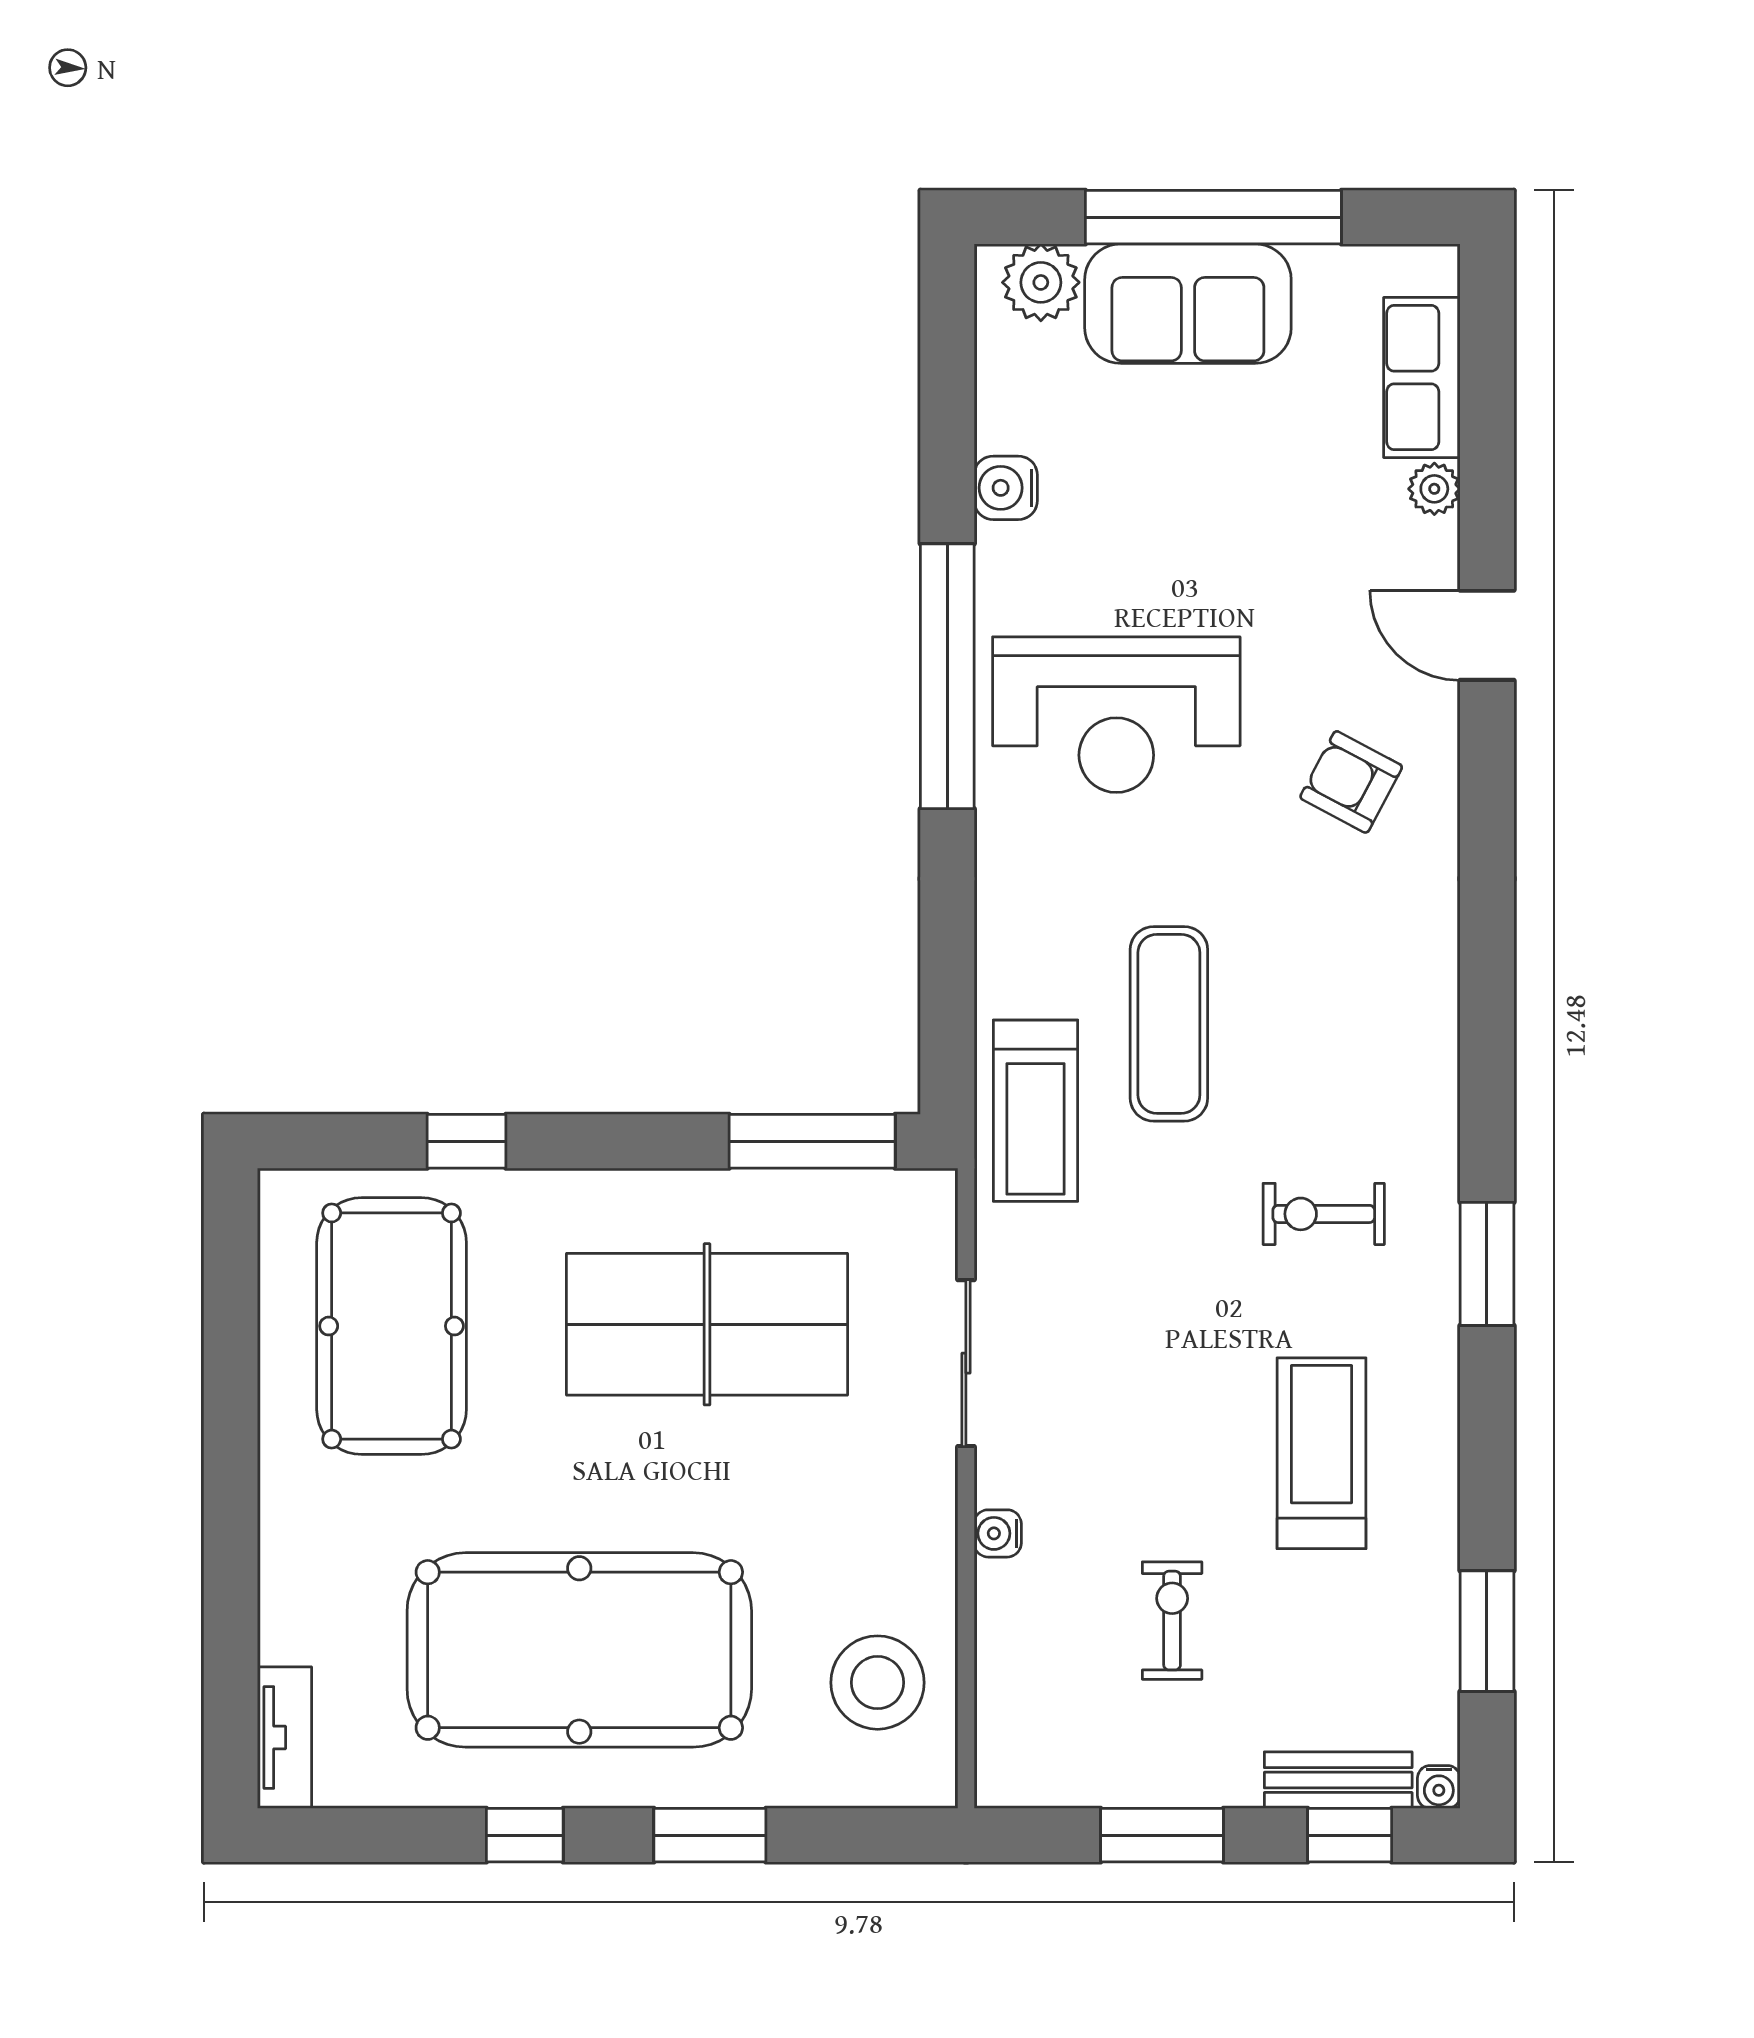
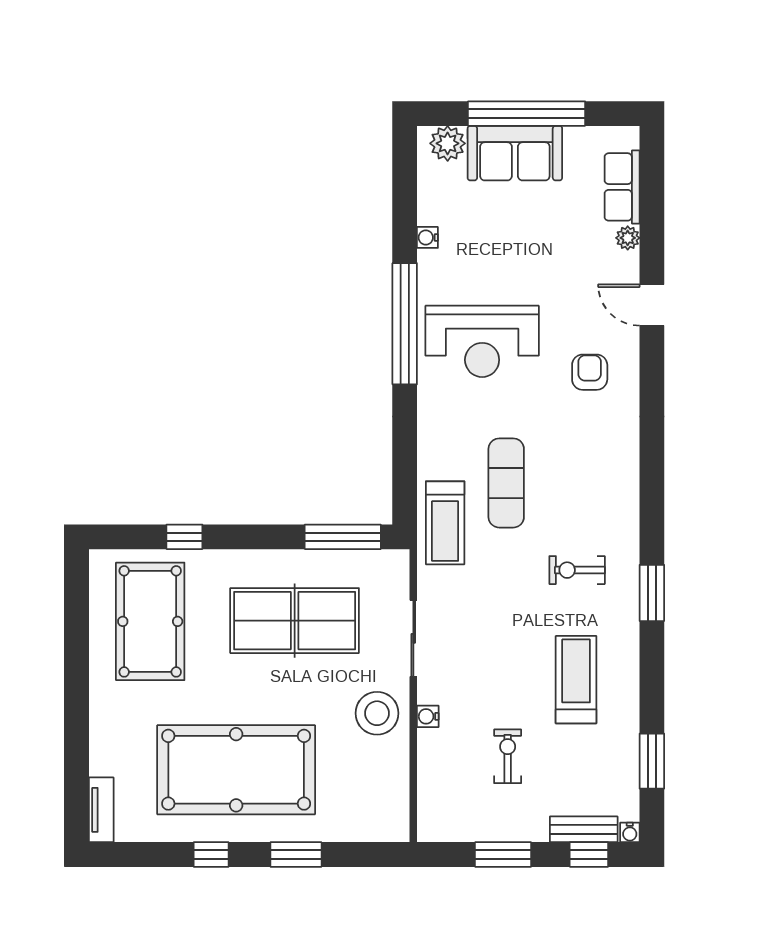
water cooler: (1006, 488) -> (427, 237), width x0.72, depth x0.72
armchair: (1351, 782) -> (590, 372), turned 62
stool: (878, 1683) -> (377, 713), moved

